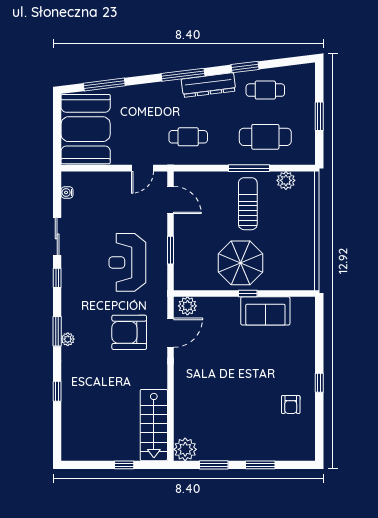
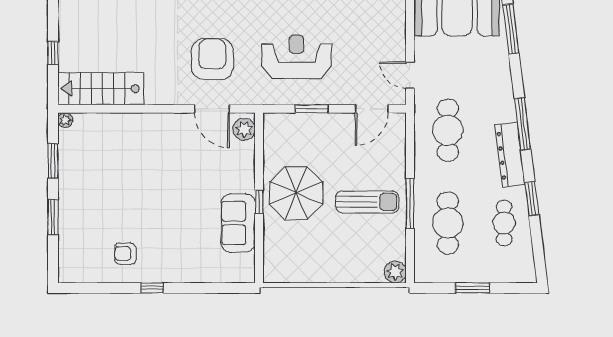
cafe table: (188, 137) -> (448, 130), width x1.37, depth x1.35
plant: (286, 180) -> (395, 272), moved
plant: (185, 449) -> (65, 120), width x0.53, depth x0.53

